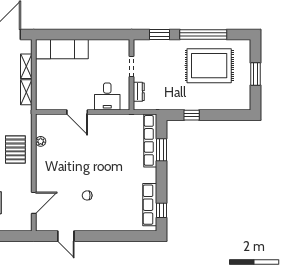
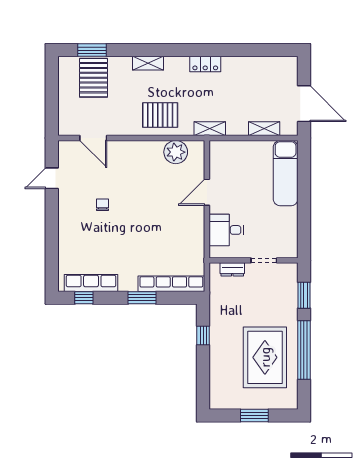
shelving: (26, 92) -> (210, 129), moved
plant: (41, 141) -> (176, 152), width x1.88, depth x1.88
window: (161, 150) -> (142, 298), moved

